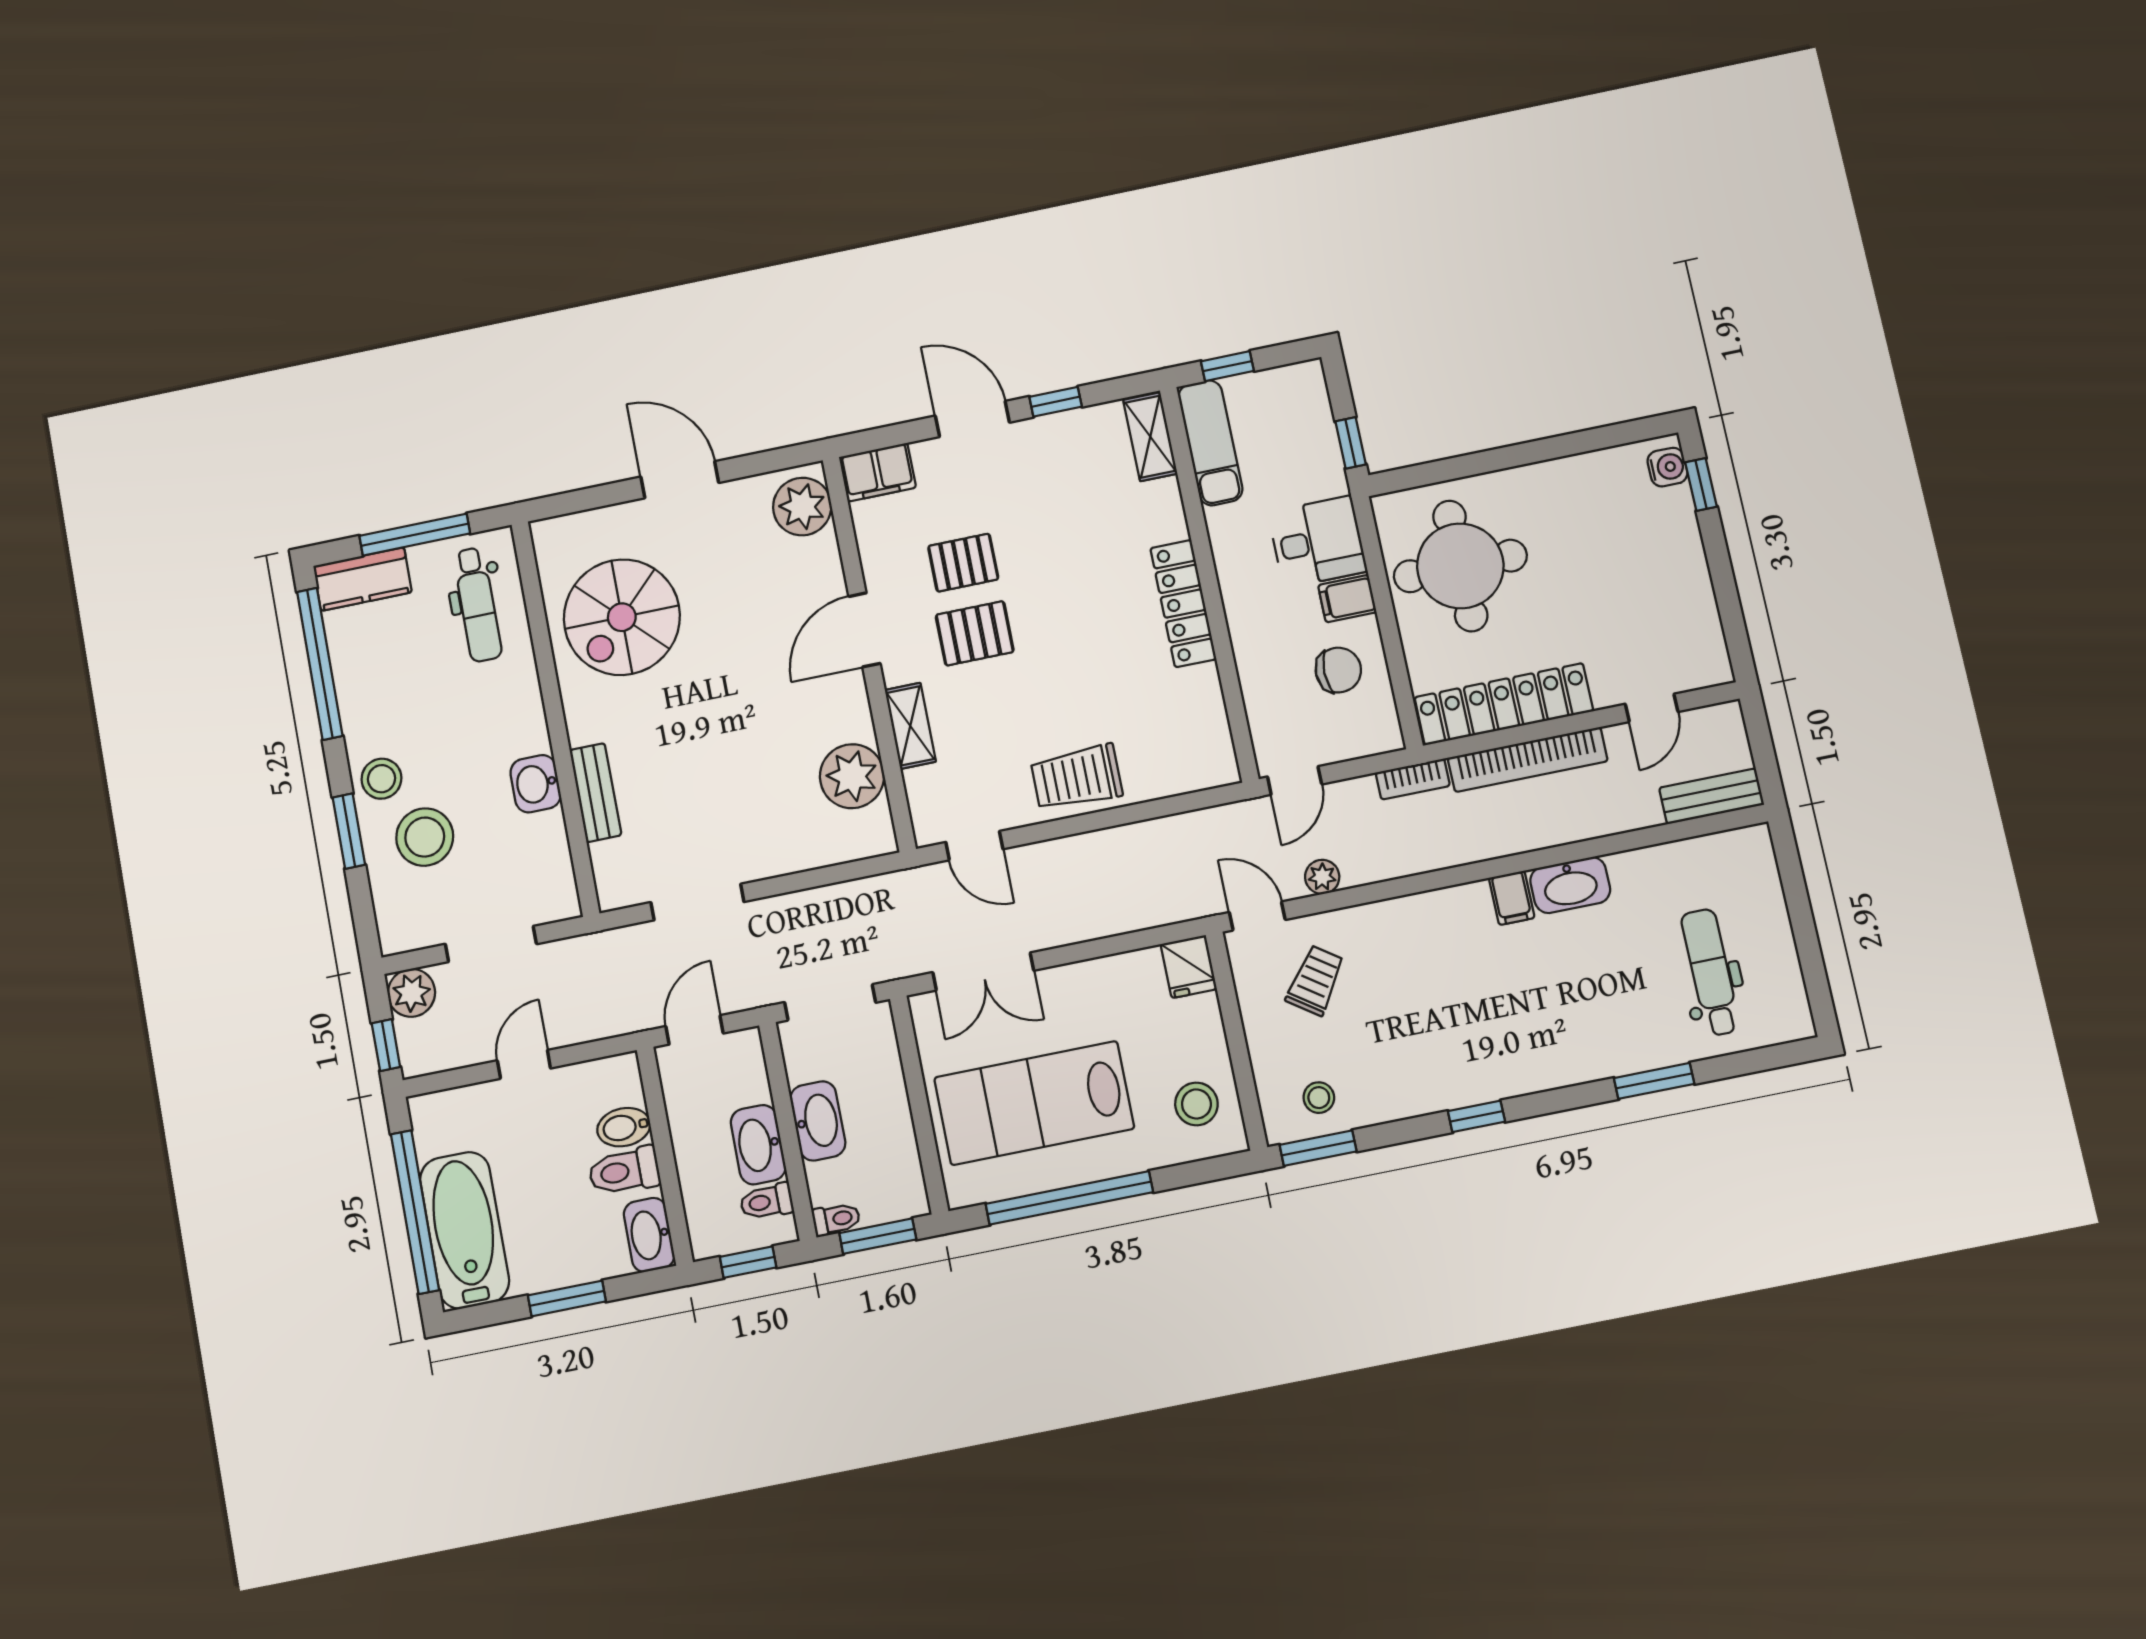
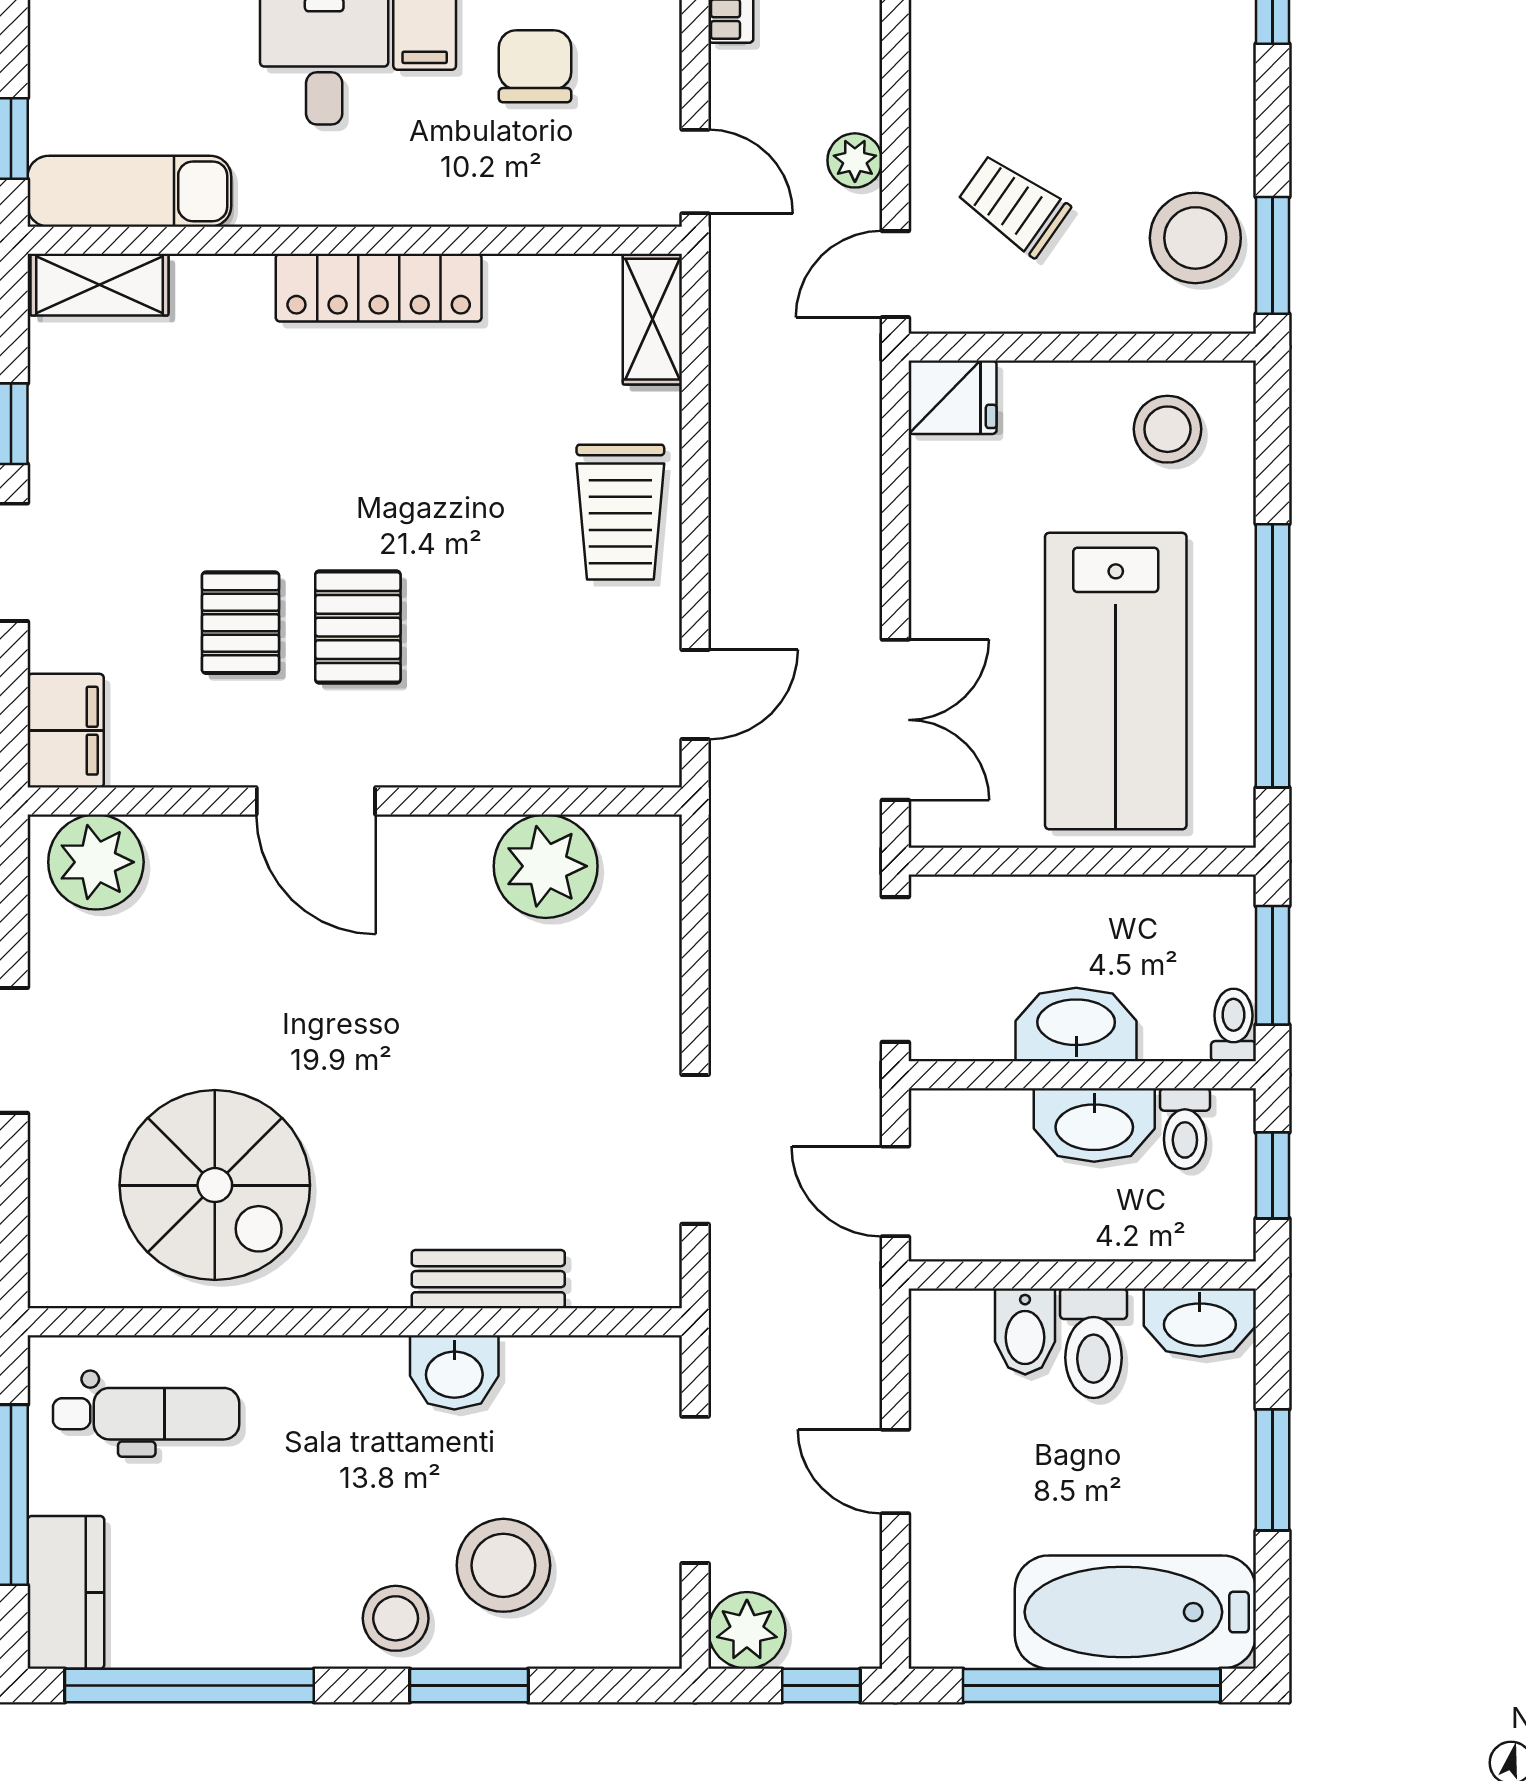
shelving: (910, 726) -> (652, 319), moved, turned 90
stool: (1319, 1098) -> (1195, 238), width x1.89, depth x1.89

